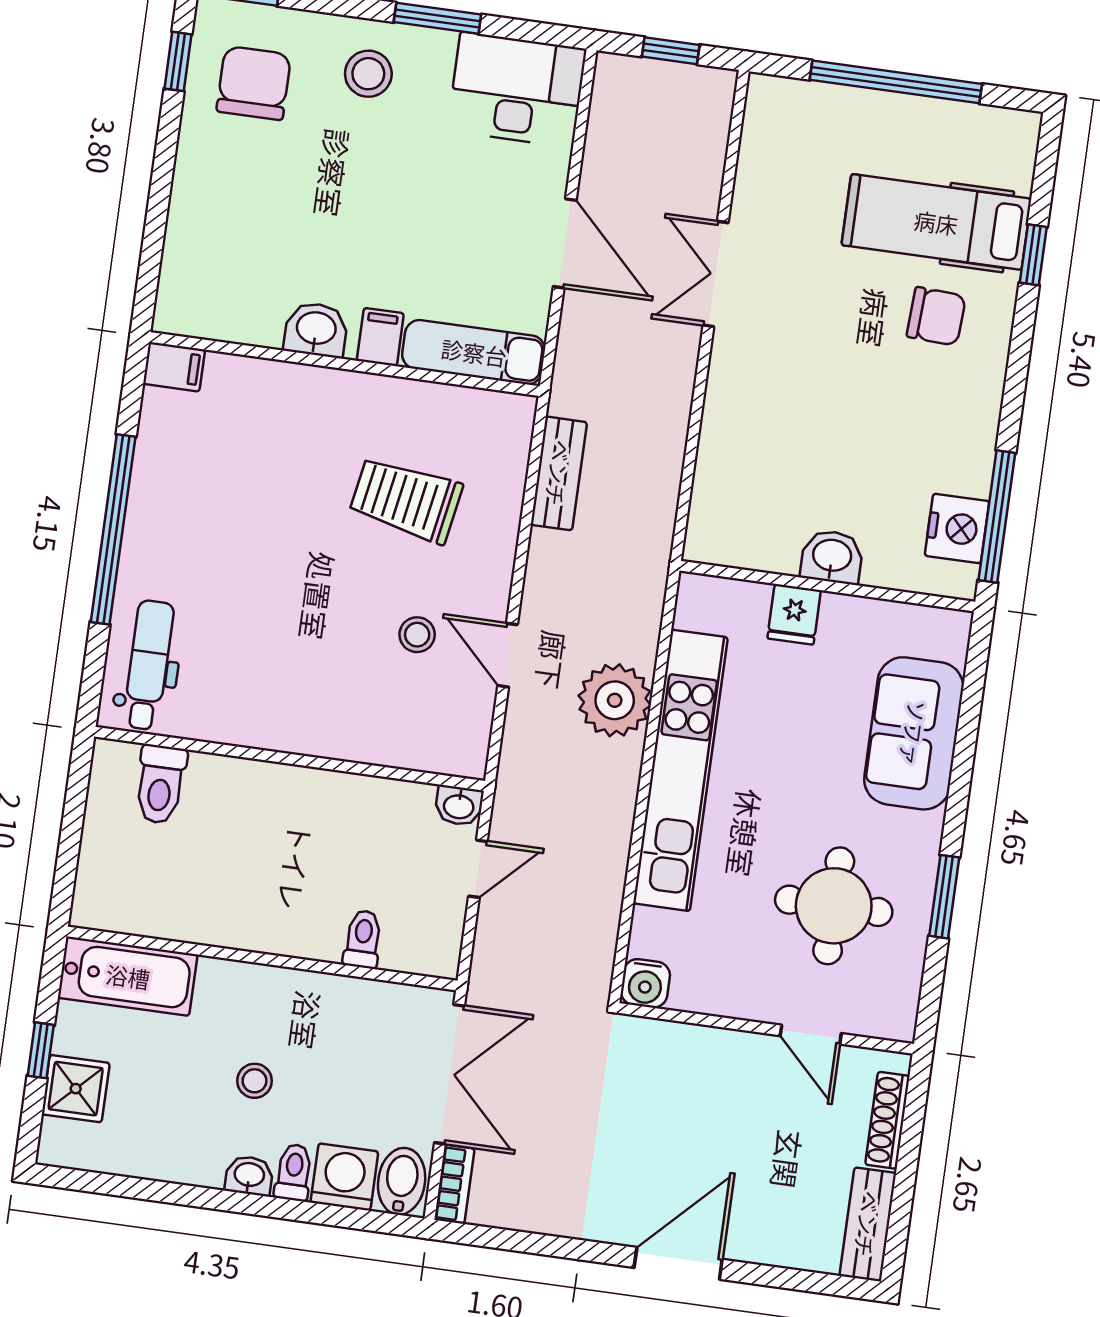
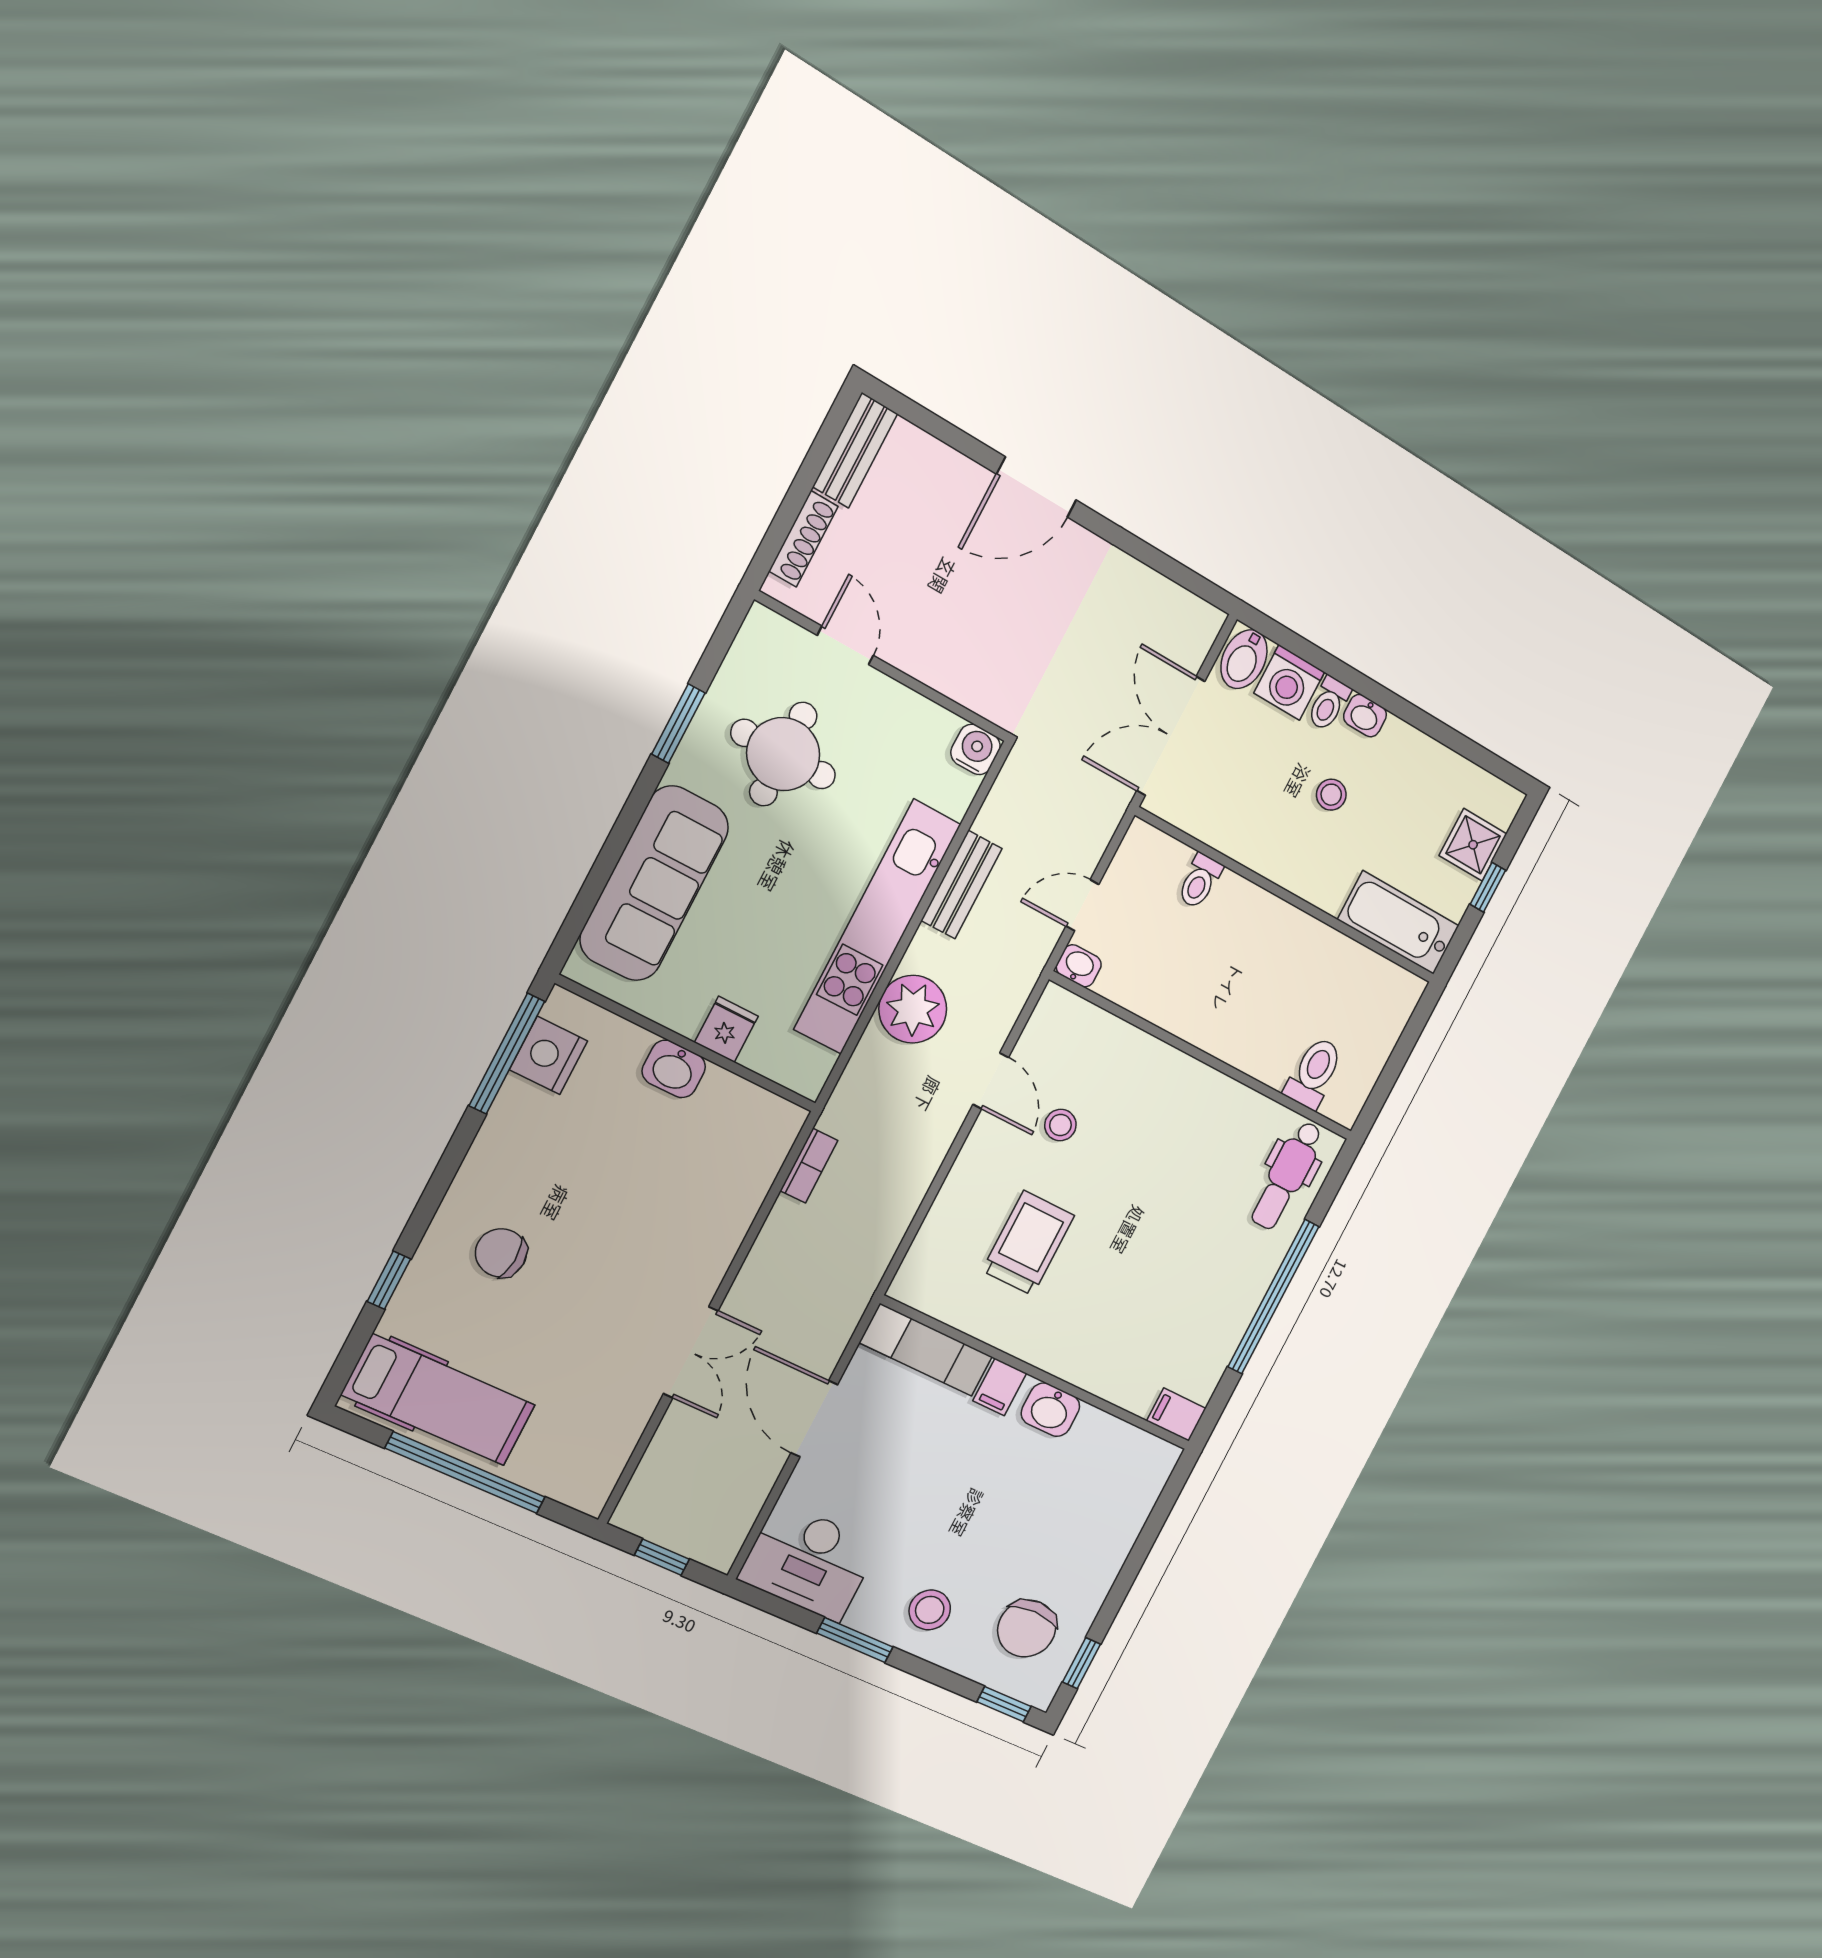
hospital bed: (936, 222) -> (439, 1400), moved
bench: (559, 473) -> (962, 884), moved
trolley: (406, 500) -> (1028, 1243), turned -100
sofa: (914, 733) -> (654, 883), width x1.36
bookcase: (454, 1184) -> (809, 1166), moved, turned 180

